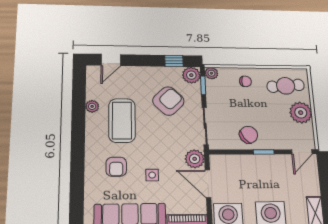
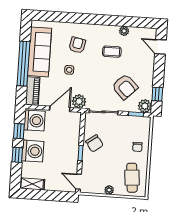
plant: (211, 73) -> (146, 122), removed
plant: (301, 113) -> (109, 190), width x0.53, depth x0.53
coffee table: (122, 120) -> (112, 52), width x0.54, depth x0.58
armchair: (116, 167) -> (77, 45), turned 101

